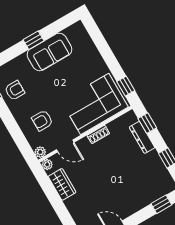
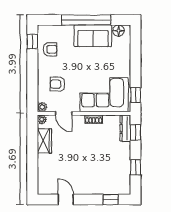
floor lamp: (72, 32) -> (118, 31), added
window: (33, 40) -> (86, 20), width x3.17
dresser: (142, 137) -> (125, 128), moved

